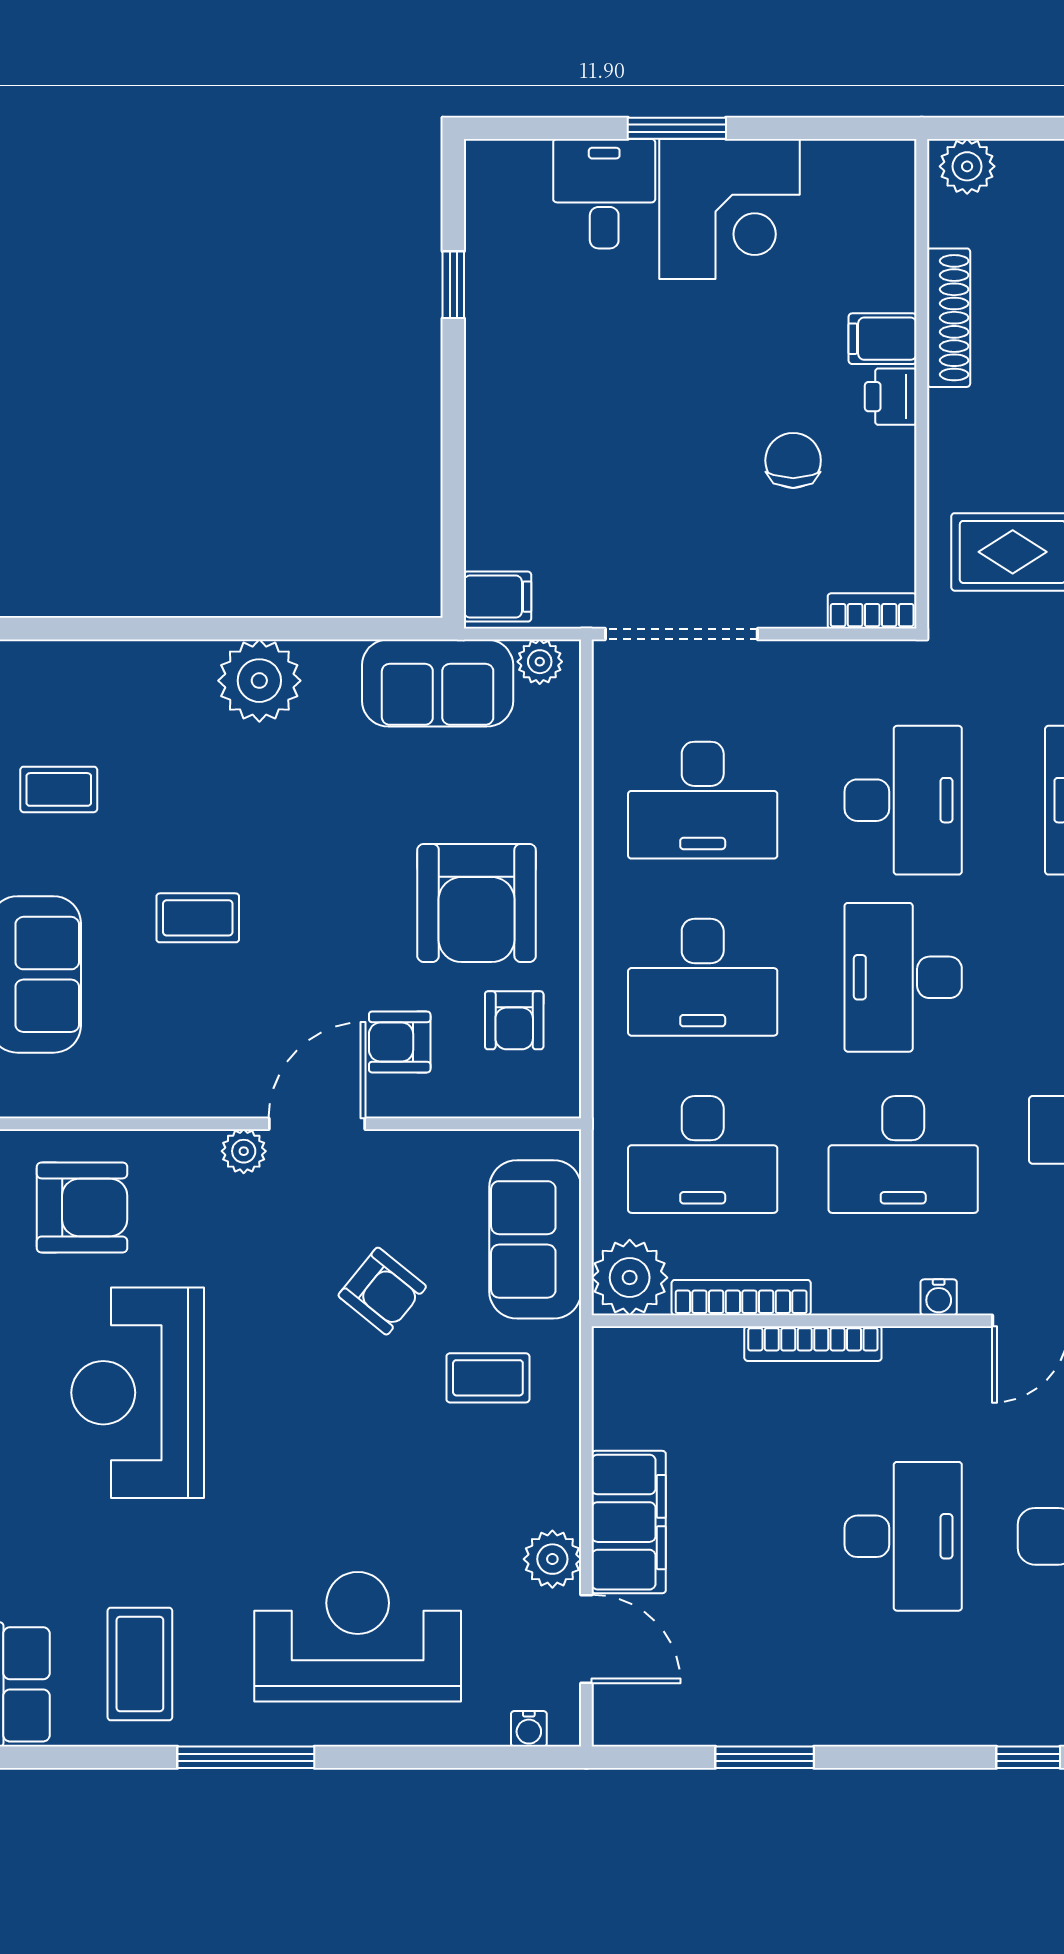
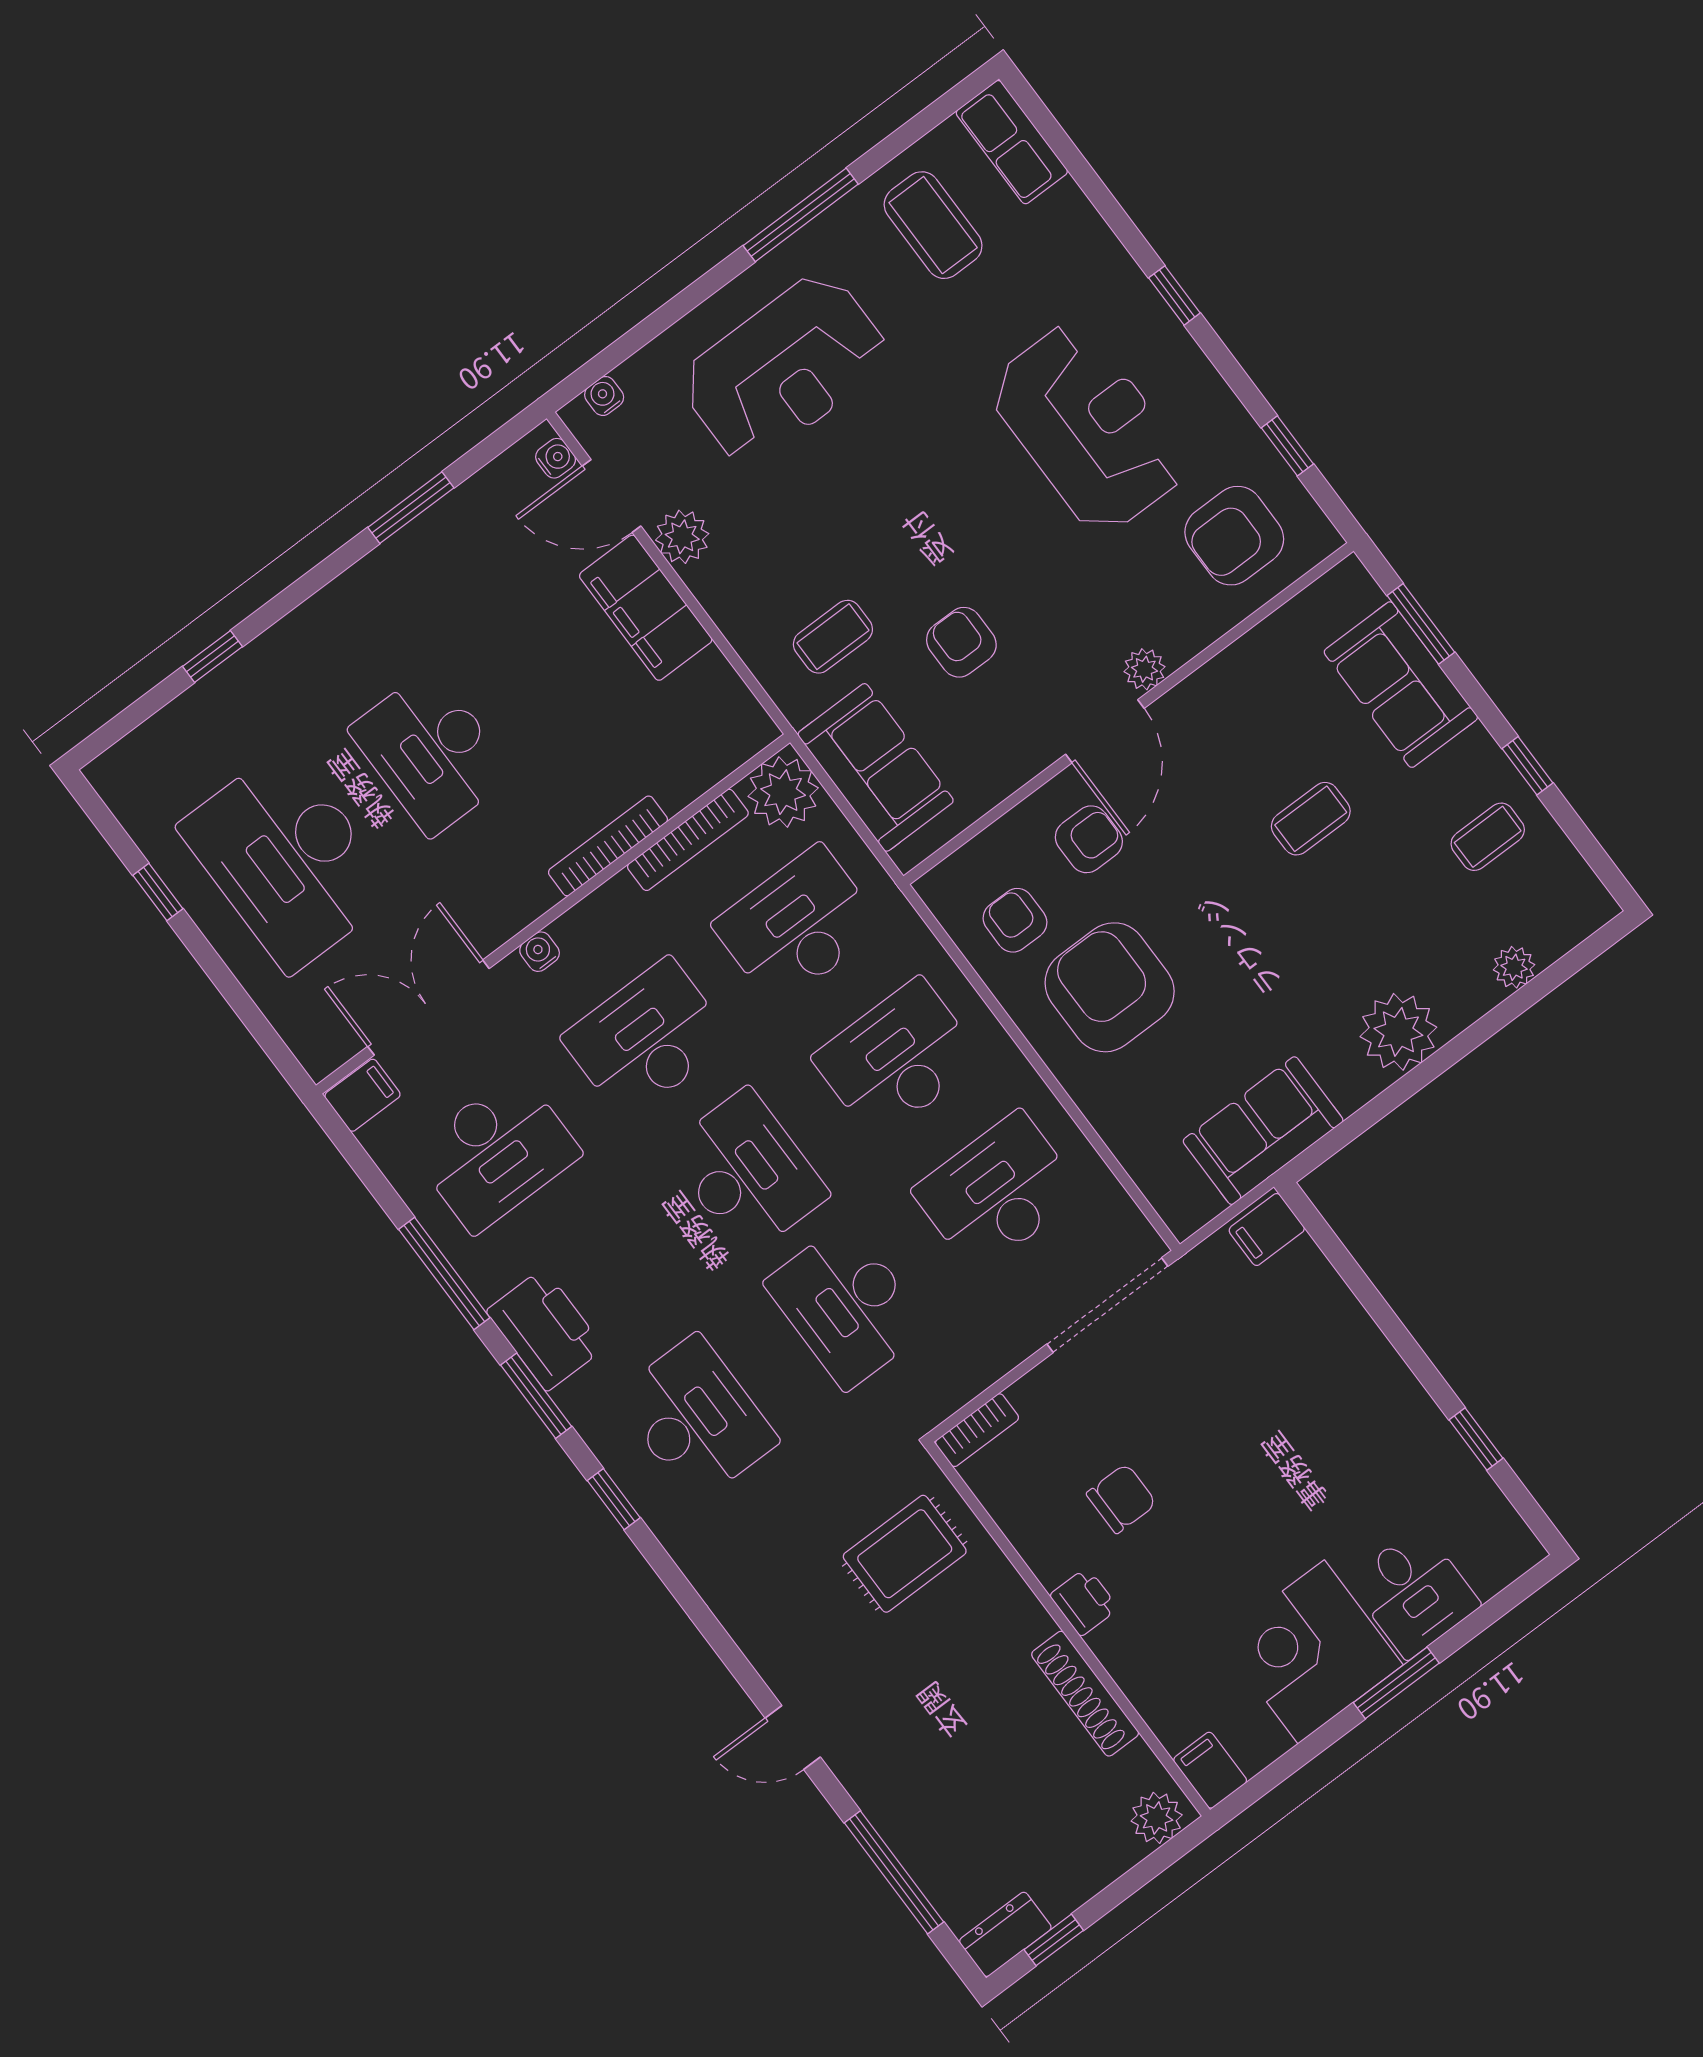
filing cabinet: (883, 339) -> (1210, 1770), moved, turned -90
chair: (793, 460) -> (1121, 1499), turned -90
plant: (540, 662) -> (1514, 967), moved
armchair: (382, 1291) -> (961, 642), turned 51
water cooler: (610, 1707) -> (556, 458), added

